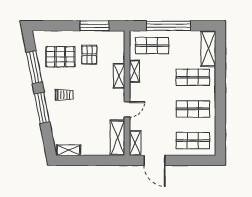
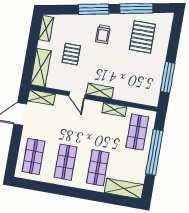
pallet: (89, 55) -> (71, 54), moved, turned 90
shelving: (119, 76) -> (100, 91), moved
shelving: (118, 138) -> (41, 68), moved, turned 90

